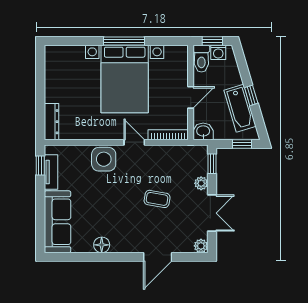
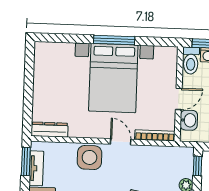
dresser: (51, 122) -> (50, 130), moved, turned -90
washbasin: (203, 131) -> (189, 120), moved, turned 90
window: (40, 165) -> (26, 161), width x1.50

